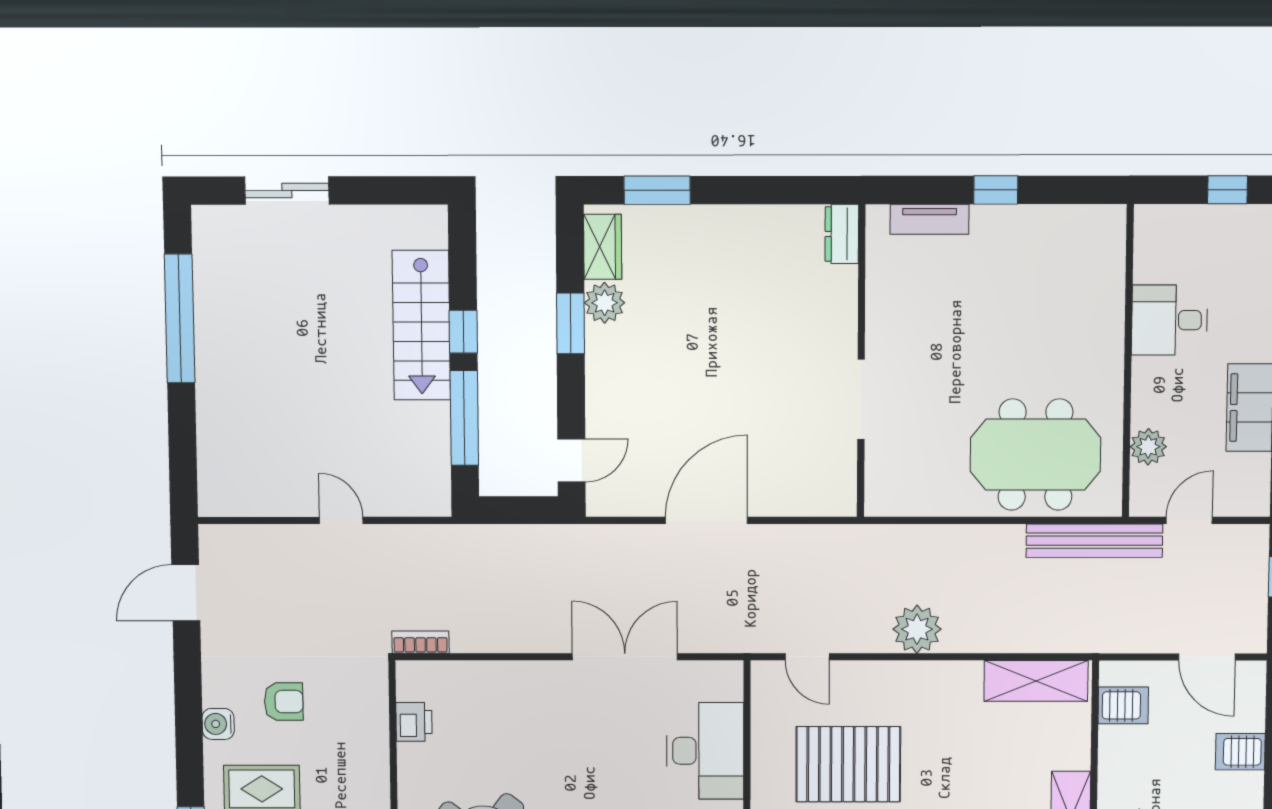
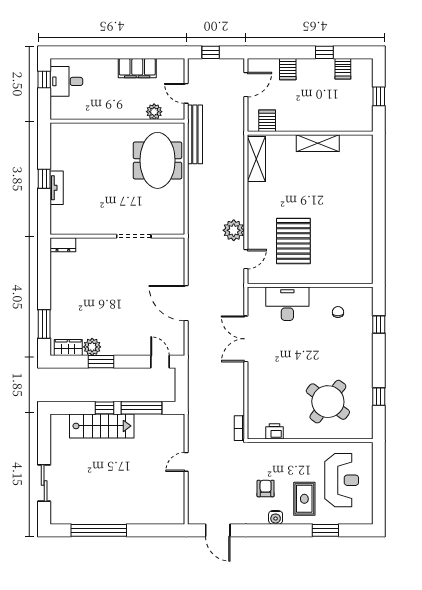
tv unit: (930, 219) -> (57, 188), moved
desk: (1170, 320) -> (66, 81), moved, turned 90
plant: (917, 629) -> (234, 230), moved

